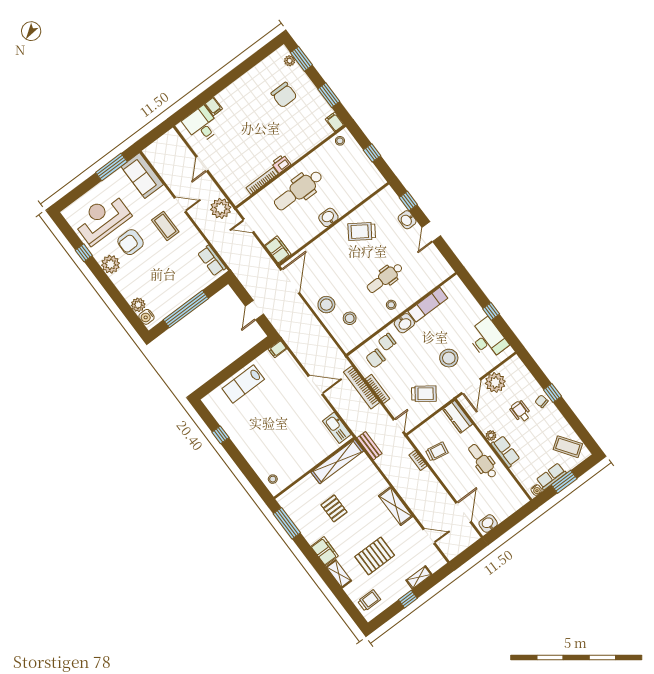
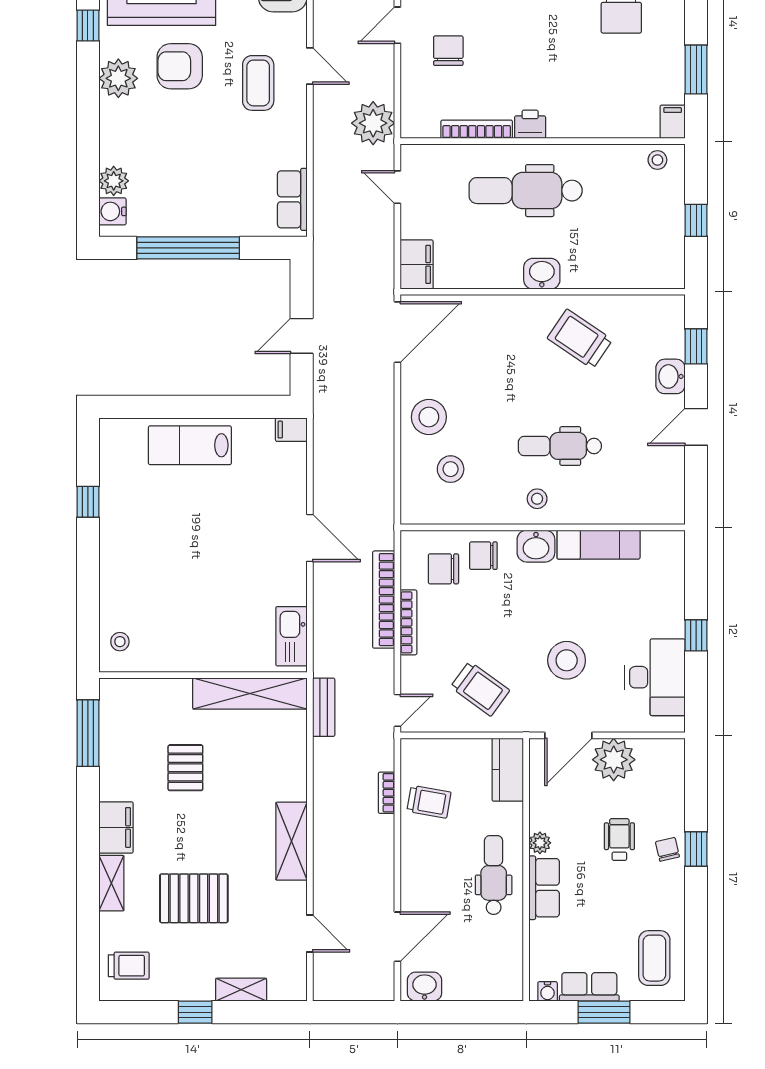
chair: (229, 159) -> (448, 51), added
coffee table: (568, 447) -> (654, 958), turned 35

